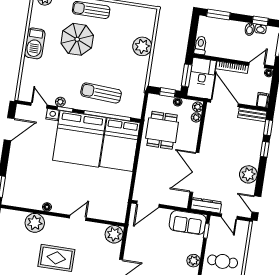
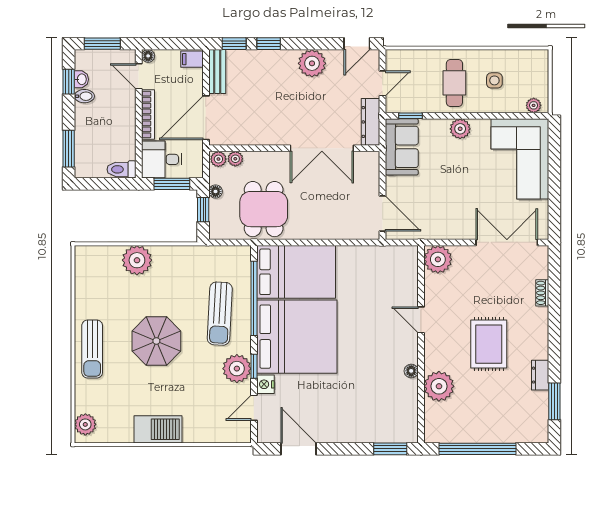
parasol: (77, 39) -> (156, 341), moved
plant: (60, 102) -> (237, 369), width x1.87, depth x1.87
dining table: (162, 130) -> (264, 209), turned 90

